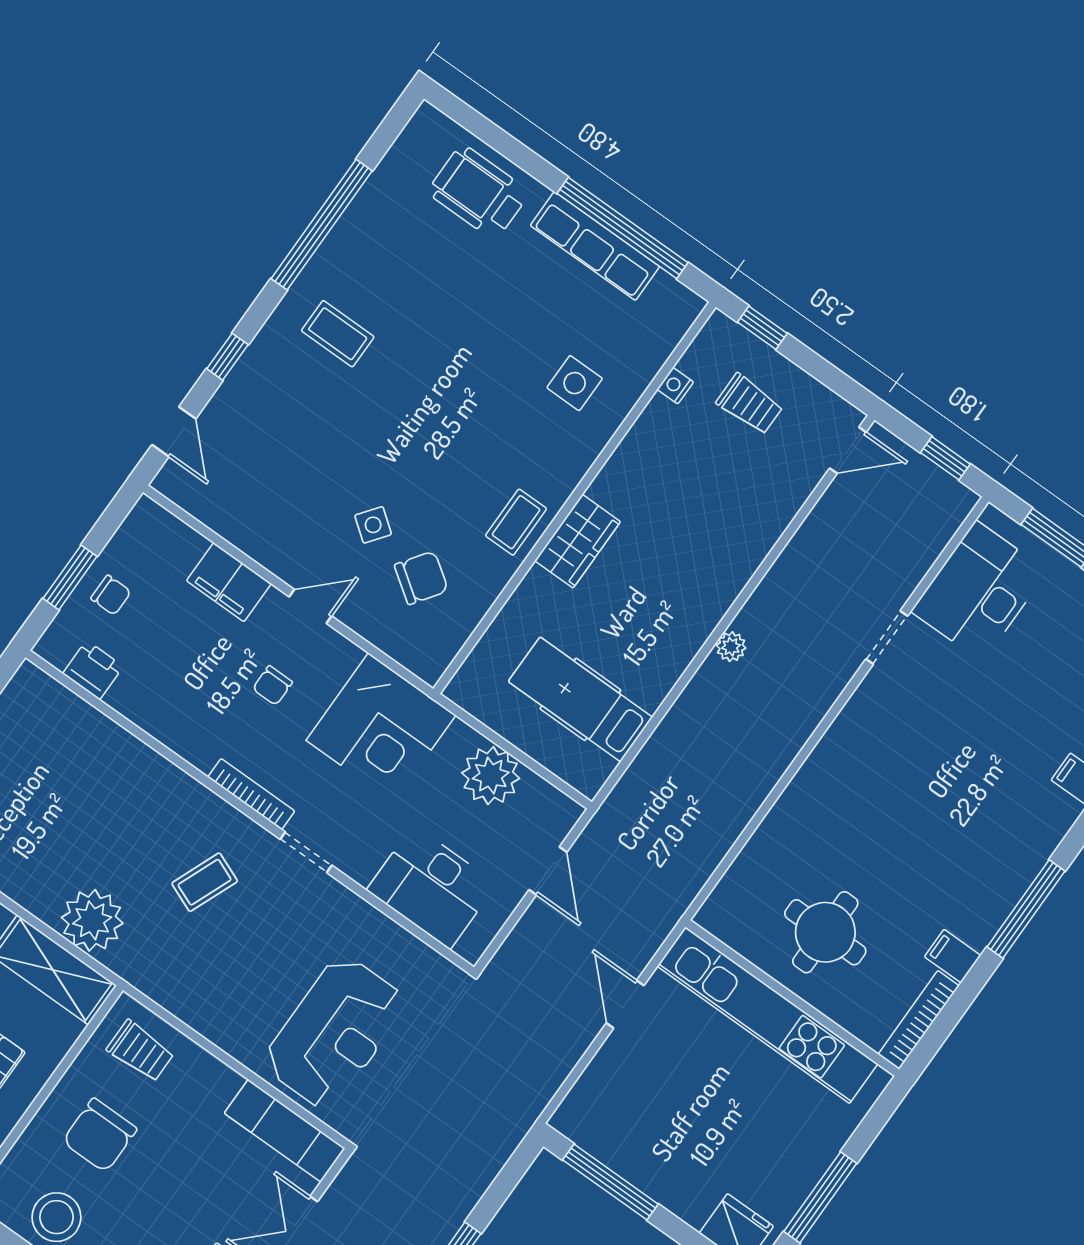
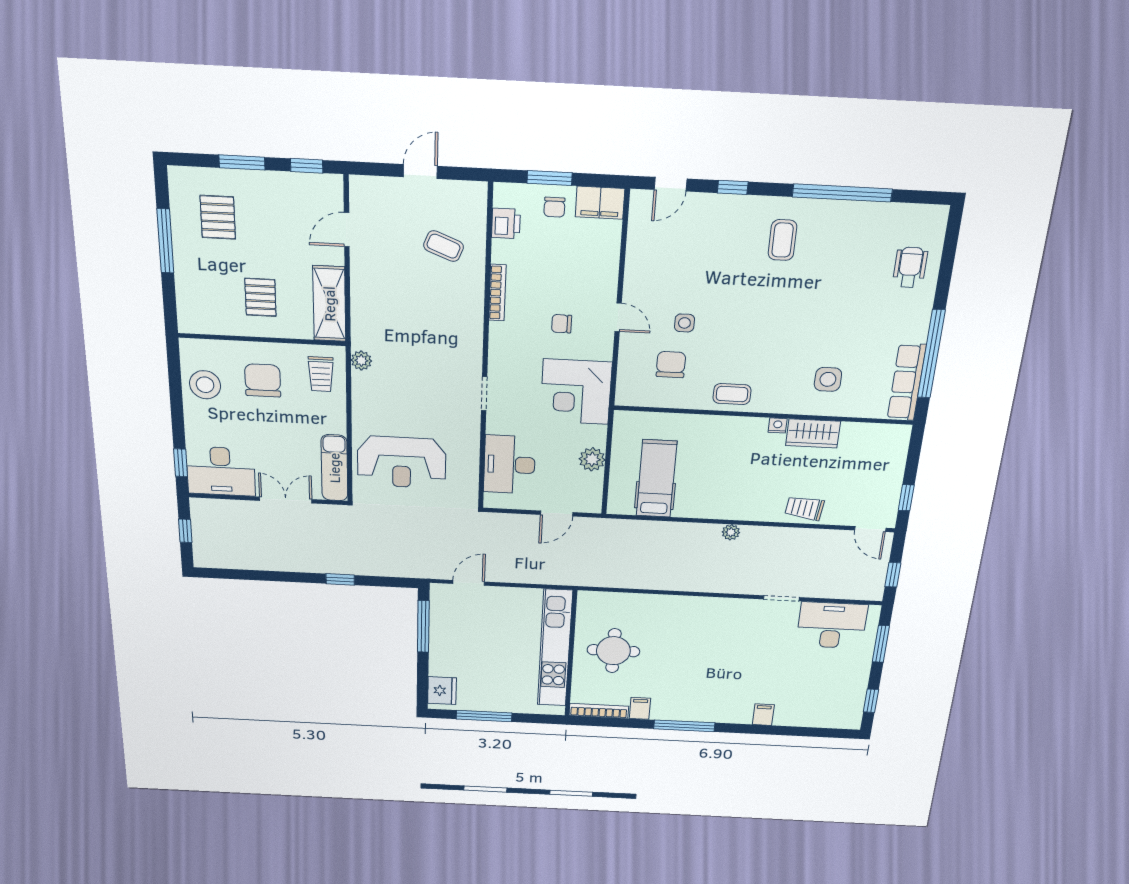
wheelchair: (479, 192) -> (910, 267), width x0.73, depth x0.73
row of seats: (595, 246) -> (907, 382), moved
window: (762, 328) -> (906, 498), moved
nightstand: (675, 386) -> (778, 425), moved
trolley: (750, 404) -> (804, 508), moved, turned 97
side table: (373, 525) -> (684, 323), turned -37
wardrobe: (578, 541) -> (813, 433), moved
chair: (421, 578) -> (671, 364), turned -125
filing cabinet: (229, 582) -> (600, 203), moved, turned -90
plant: (491, 776) -> (592, 459), width x0.73, depth x0.73
bookcase: (251, 794) -> (497, 293), moved
coffee table: (205, 882) -> (444, 246), moved
plant: (92, 920) -> (361, 361), moved, width x0.53, depth x0.53
door: (625, 1004) -> (469, 583), moved
chair: (100, 1135) -> (263, 380), turned 90

